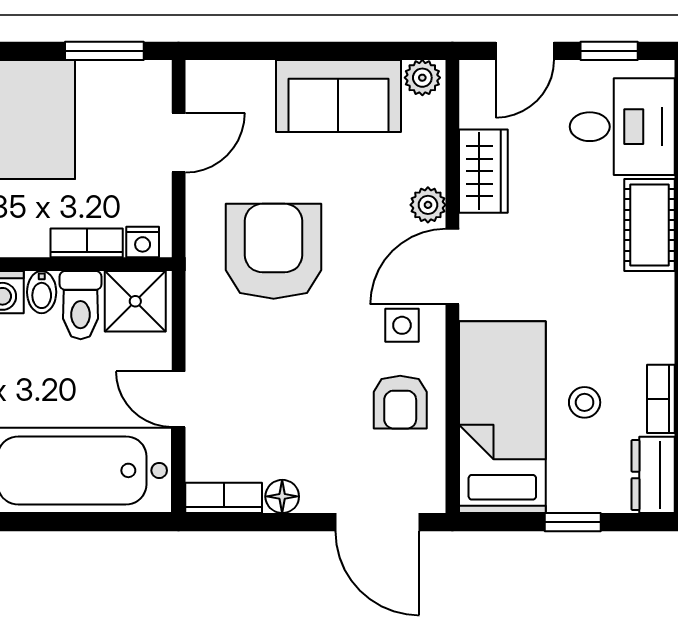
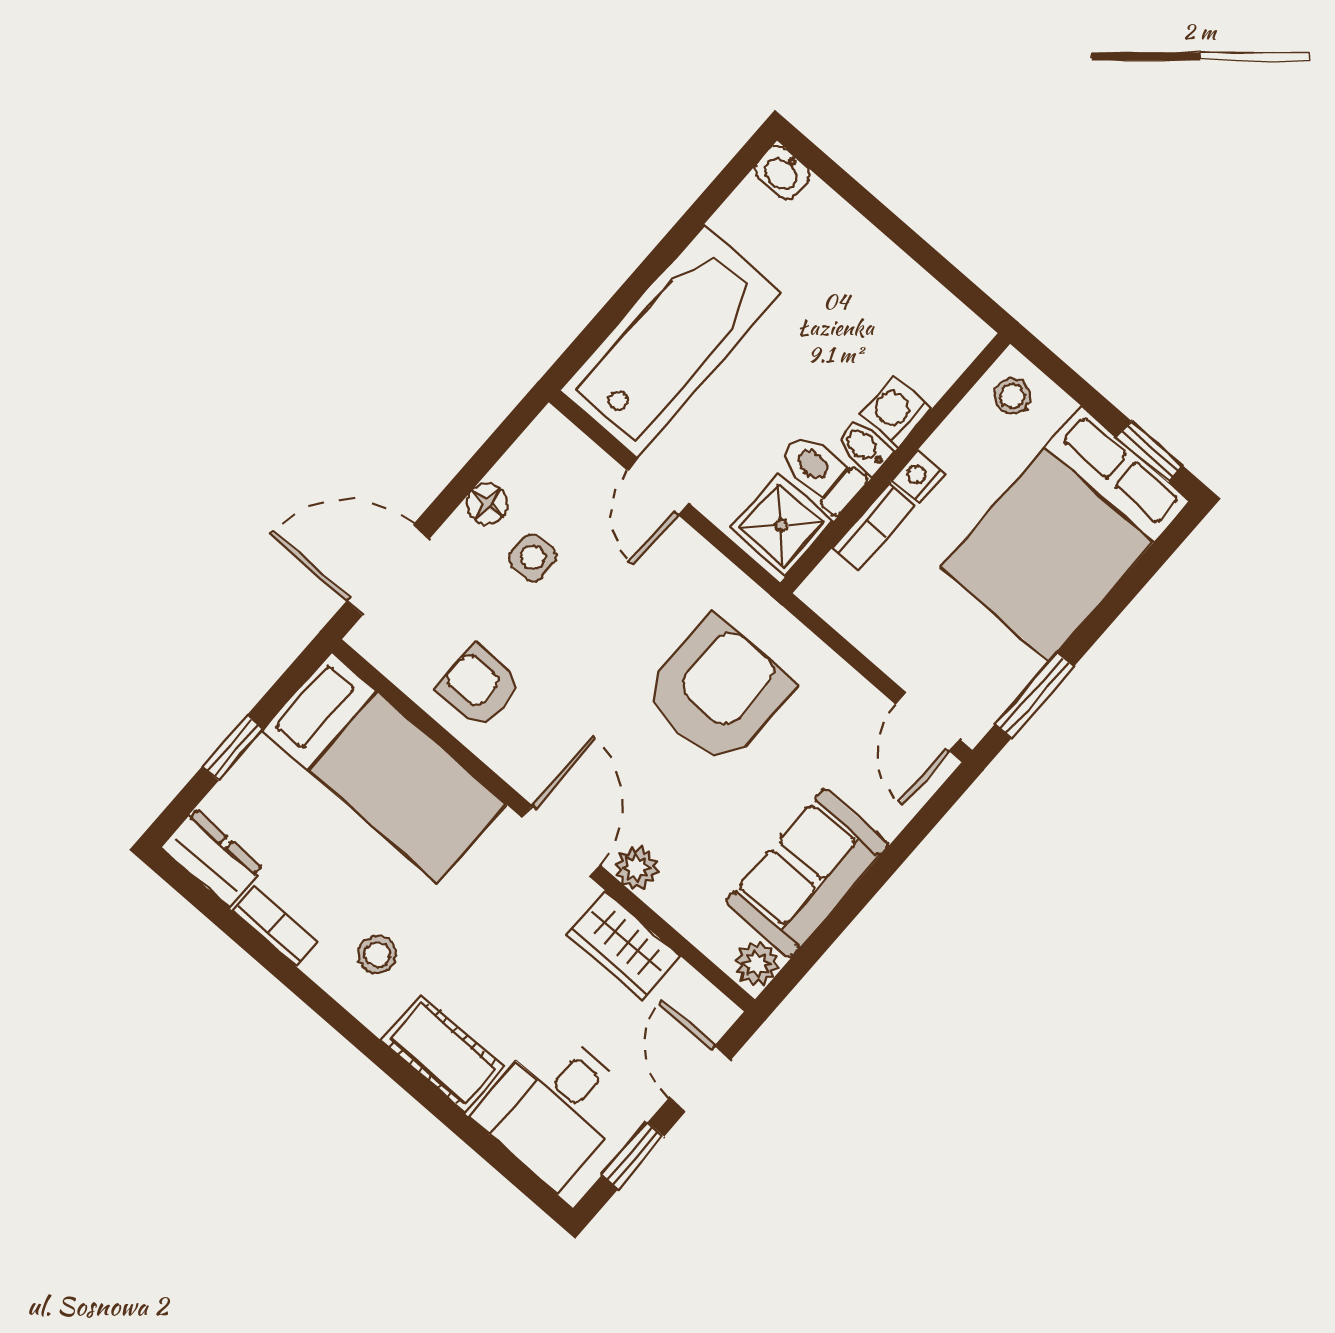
door: (179, 143) -> (928, 722), moved
nightstand: (143, 242) -> (919, 477), moved
armchair: (274, 251) -> (717, 690), turned -90
side table: (402, 325) -> (533, 558), moved
door: (179, 399) -> (658, 487), swing flipped
stool: (585, 402) -> (377, 955), moved
bookcase: (224, 498) -> (532, 449), removed

